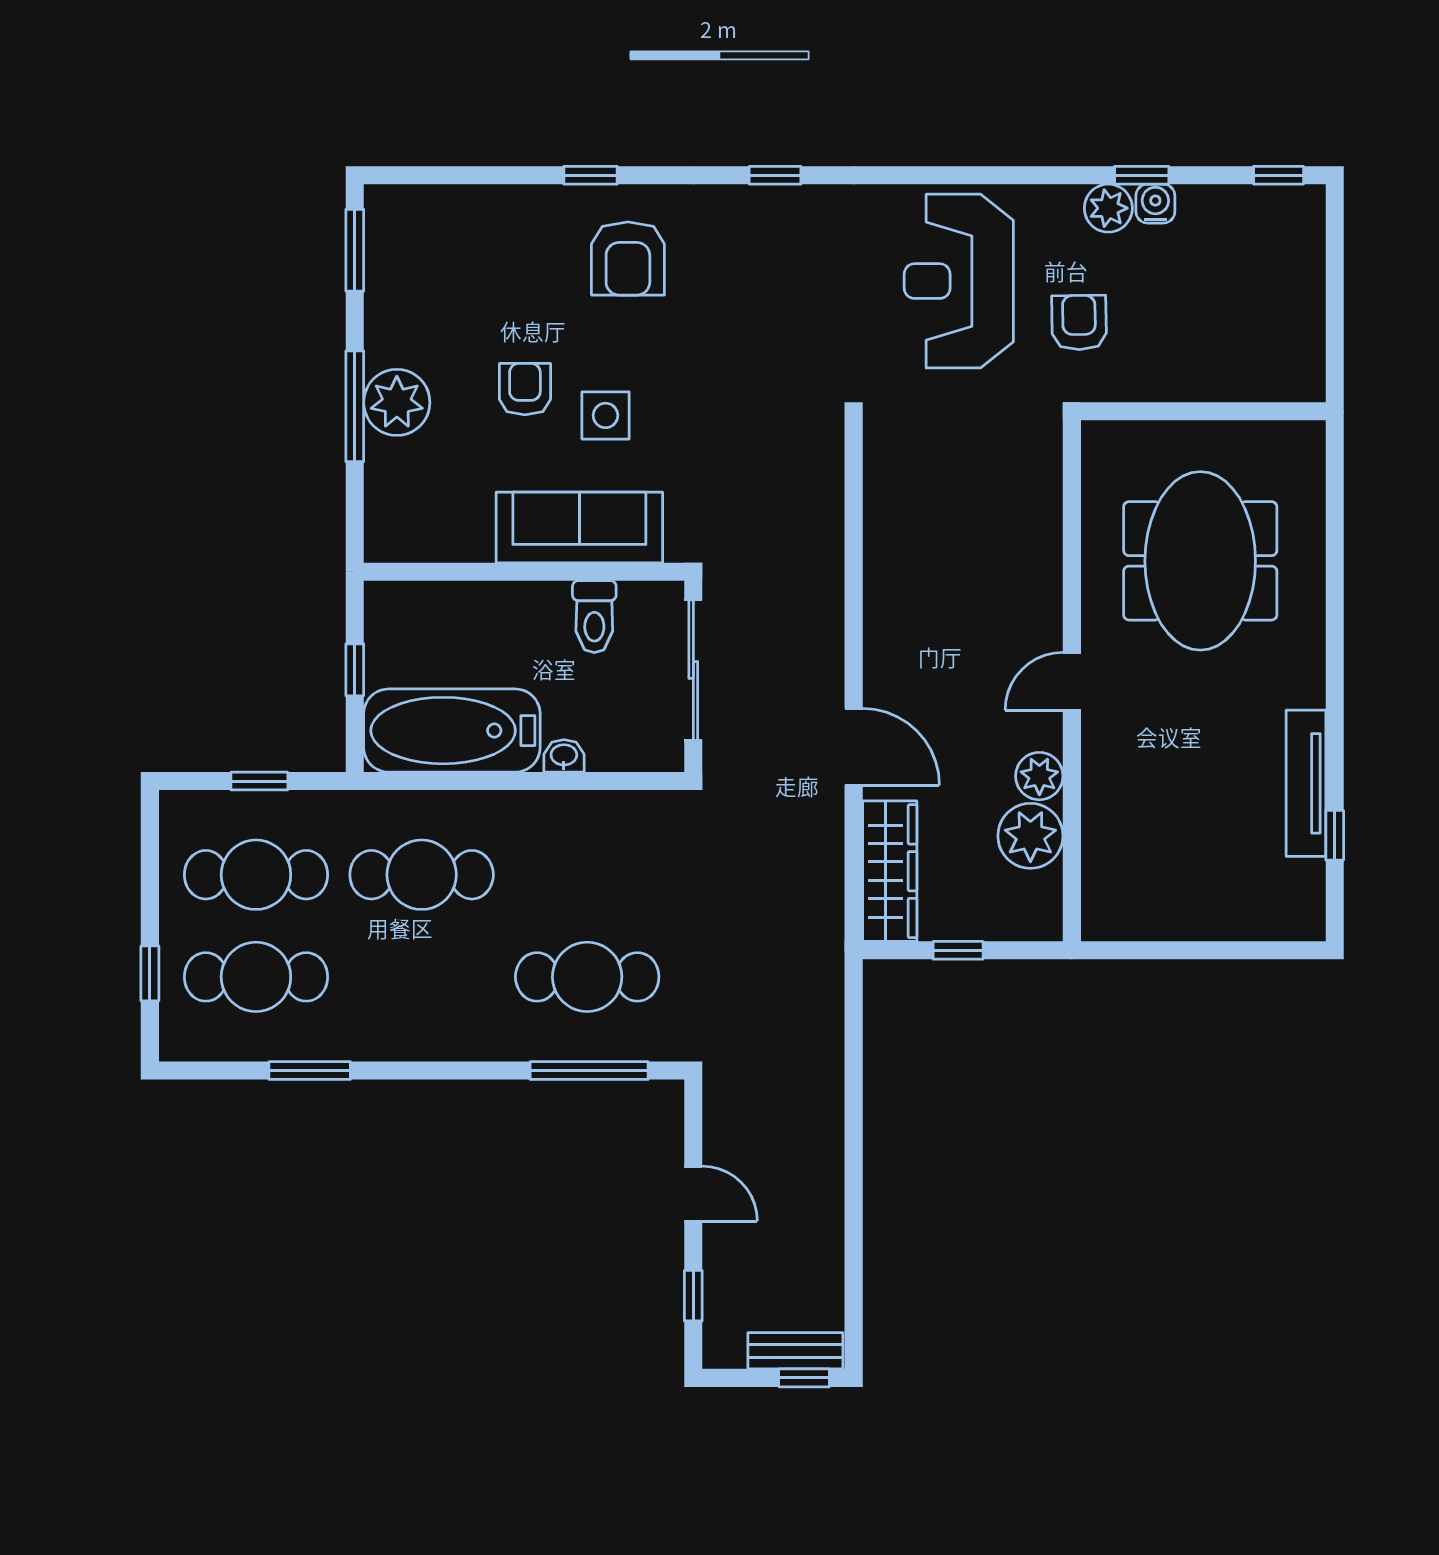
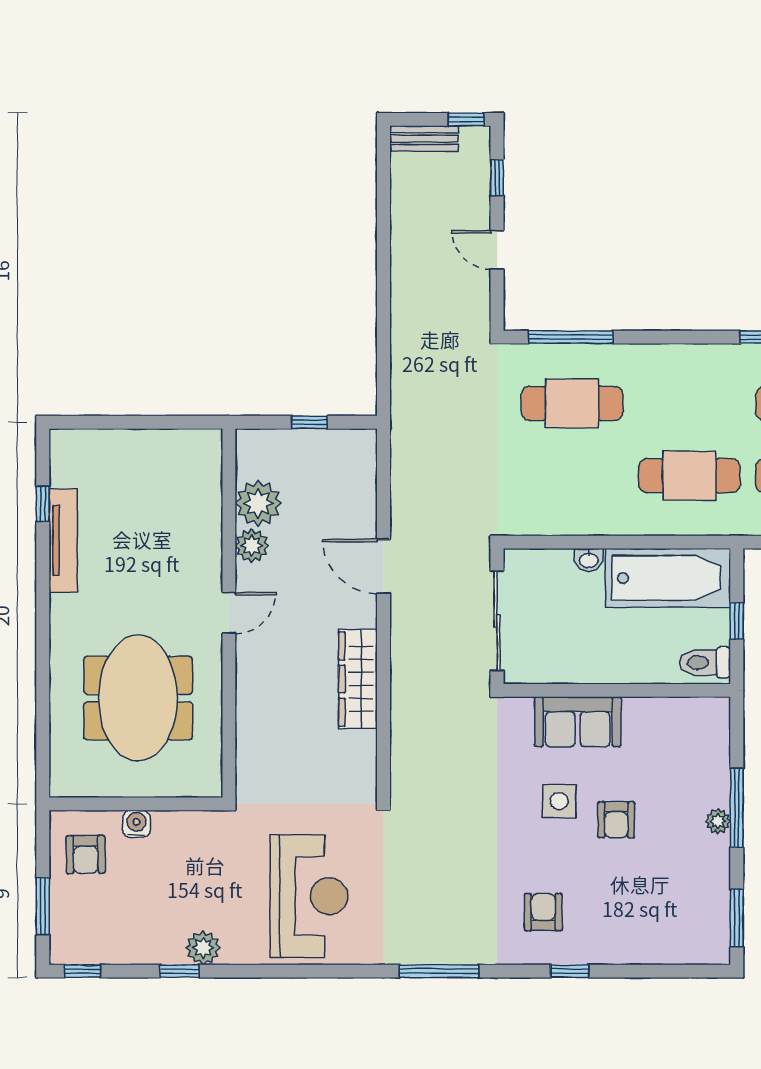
window: (775, 175) -> (439, 971), width x2.17
water cooler: (1155, 204) -> (136, 824), moved, turned 180
armchair: (628, 259) -> (543, 912), width x0.72, depth x0.72
window: (1335, 266) -> (43, 907), added
armchair: (1079, 323) -> (86, 854), moved
plant: (397, 402) -> (718, 821), width x0.53, depth x0.53
sofa: (579, 527) -> (578, 722), width x0.73
toilet: (594, 617) -> (705, 662), moved, turned -90
wardrobe: (890, 871) -> (358, 679), moved
window: (804, 1378) -> (466, 119), moved

